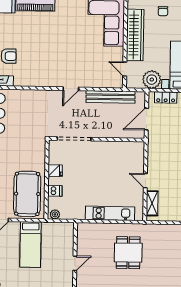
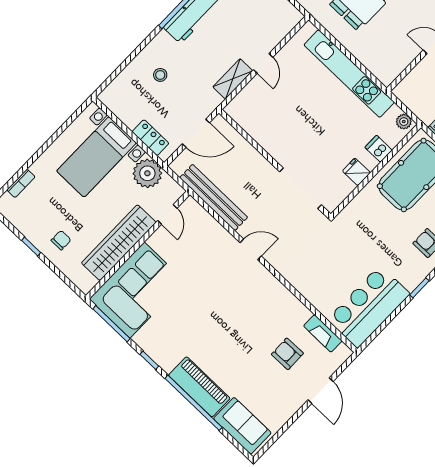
shelving: (152, 203) -> (233, 79), moved
kitchen unit: (110, 213) -> (349, 74), width x1.36

